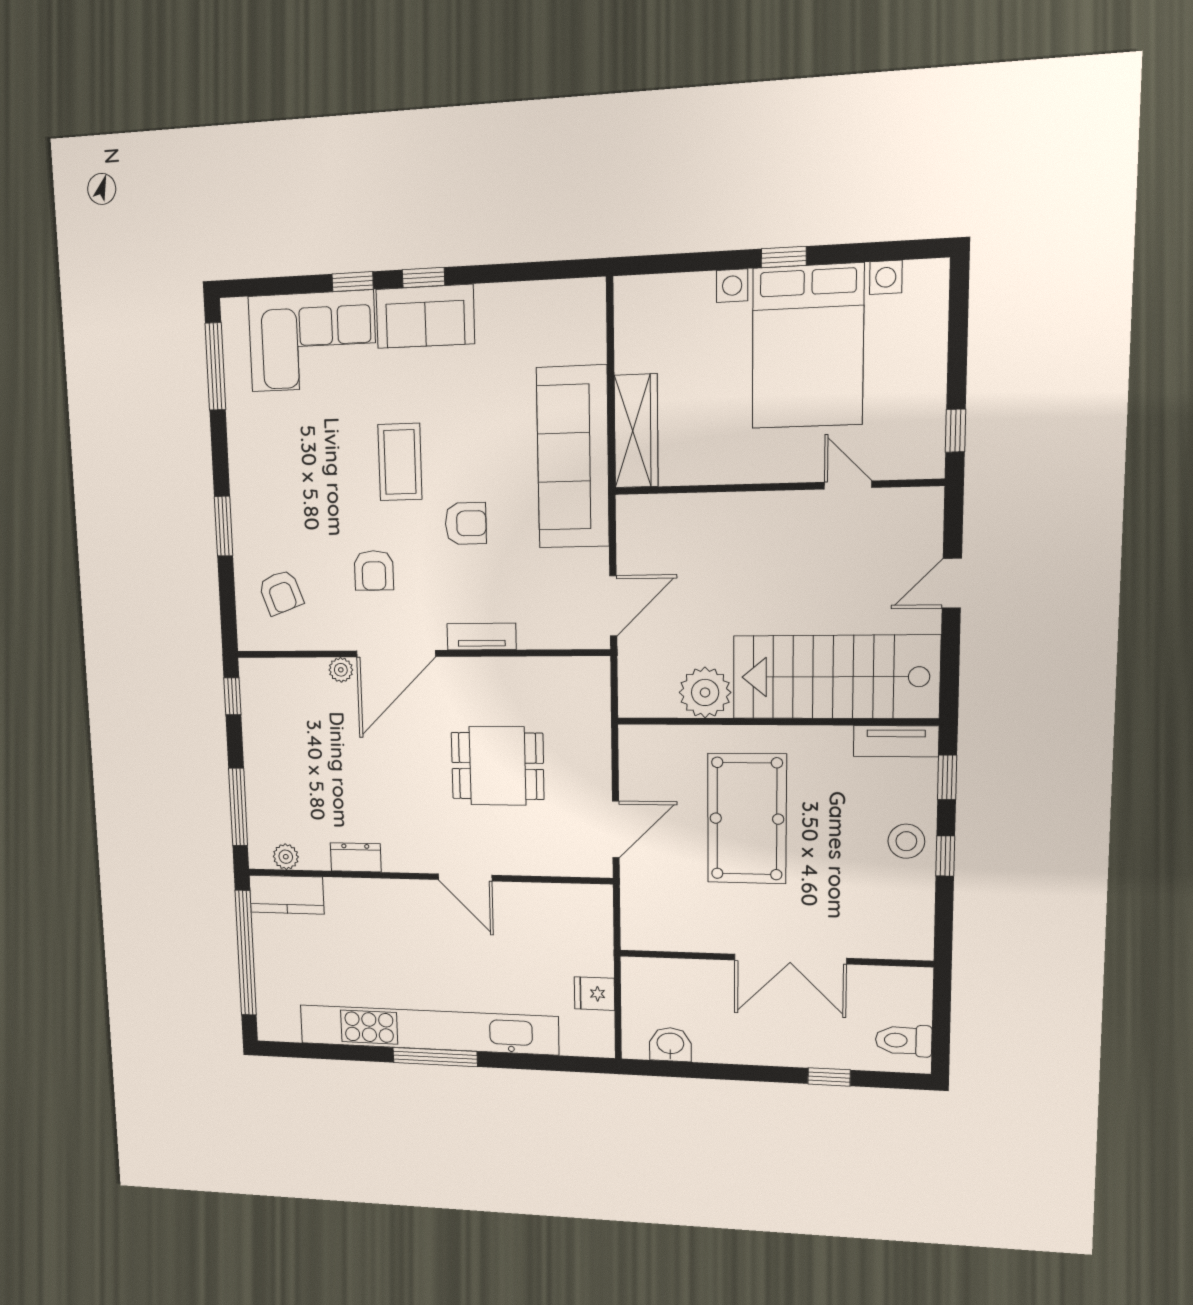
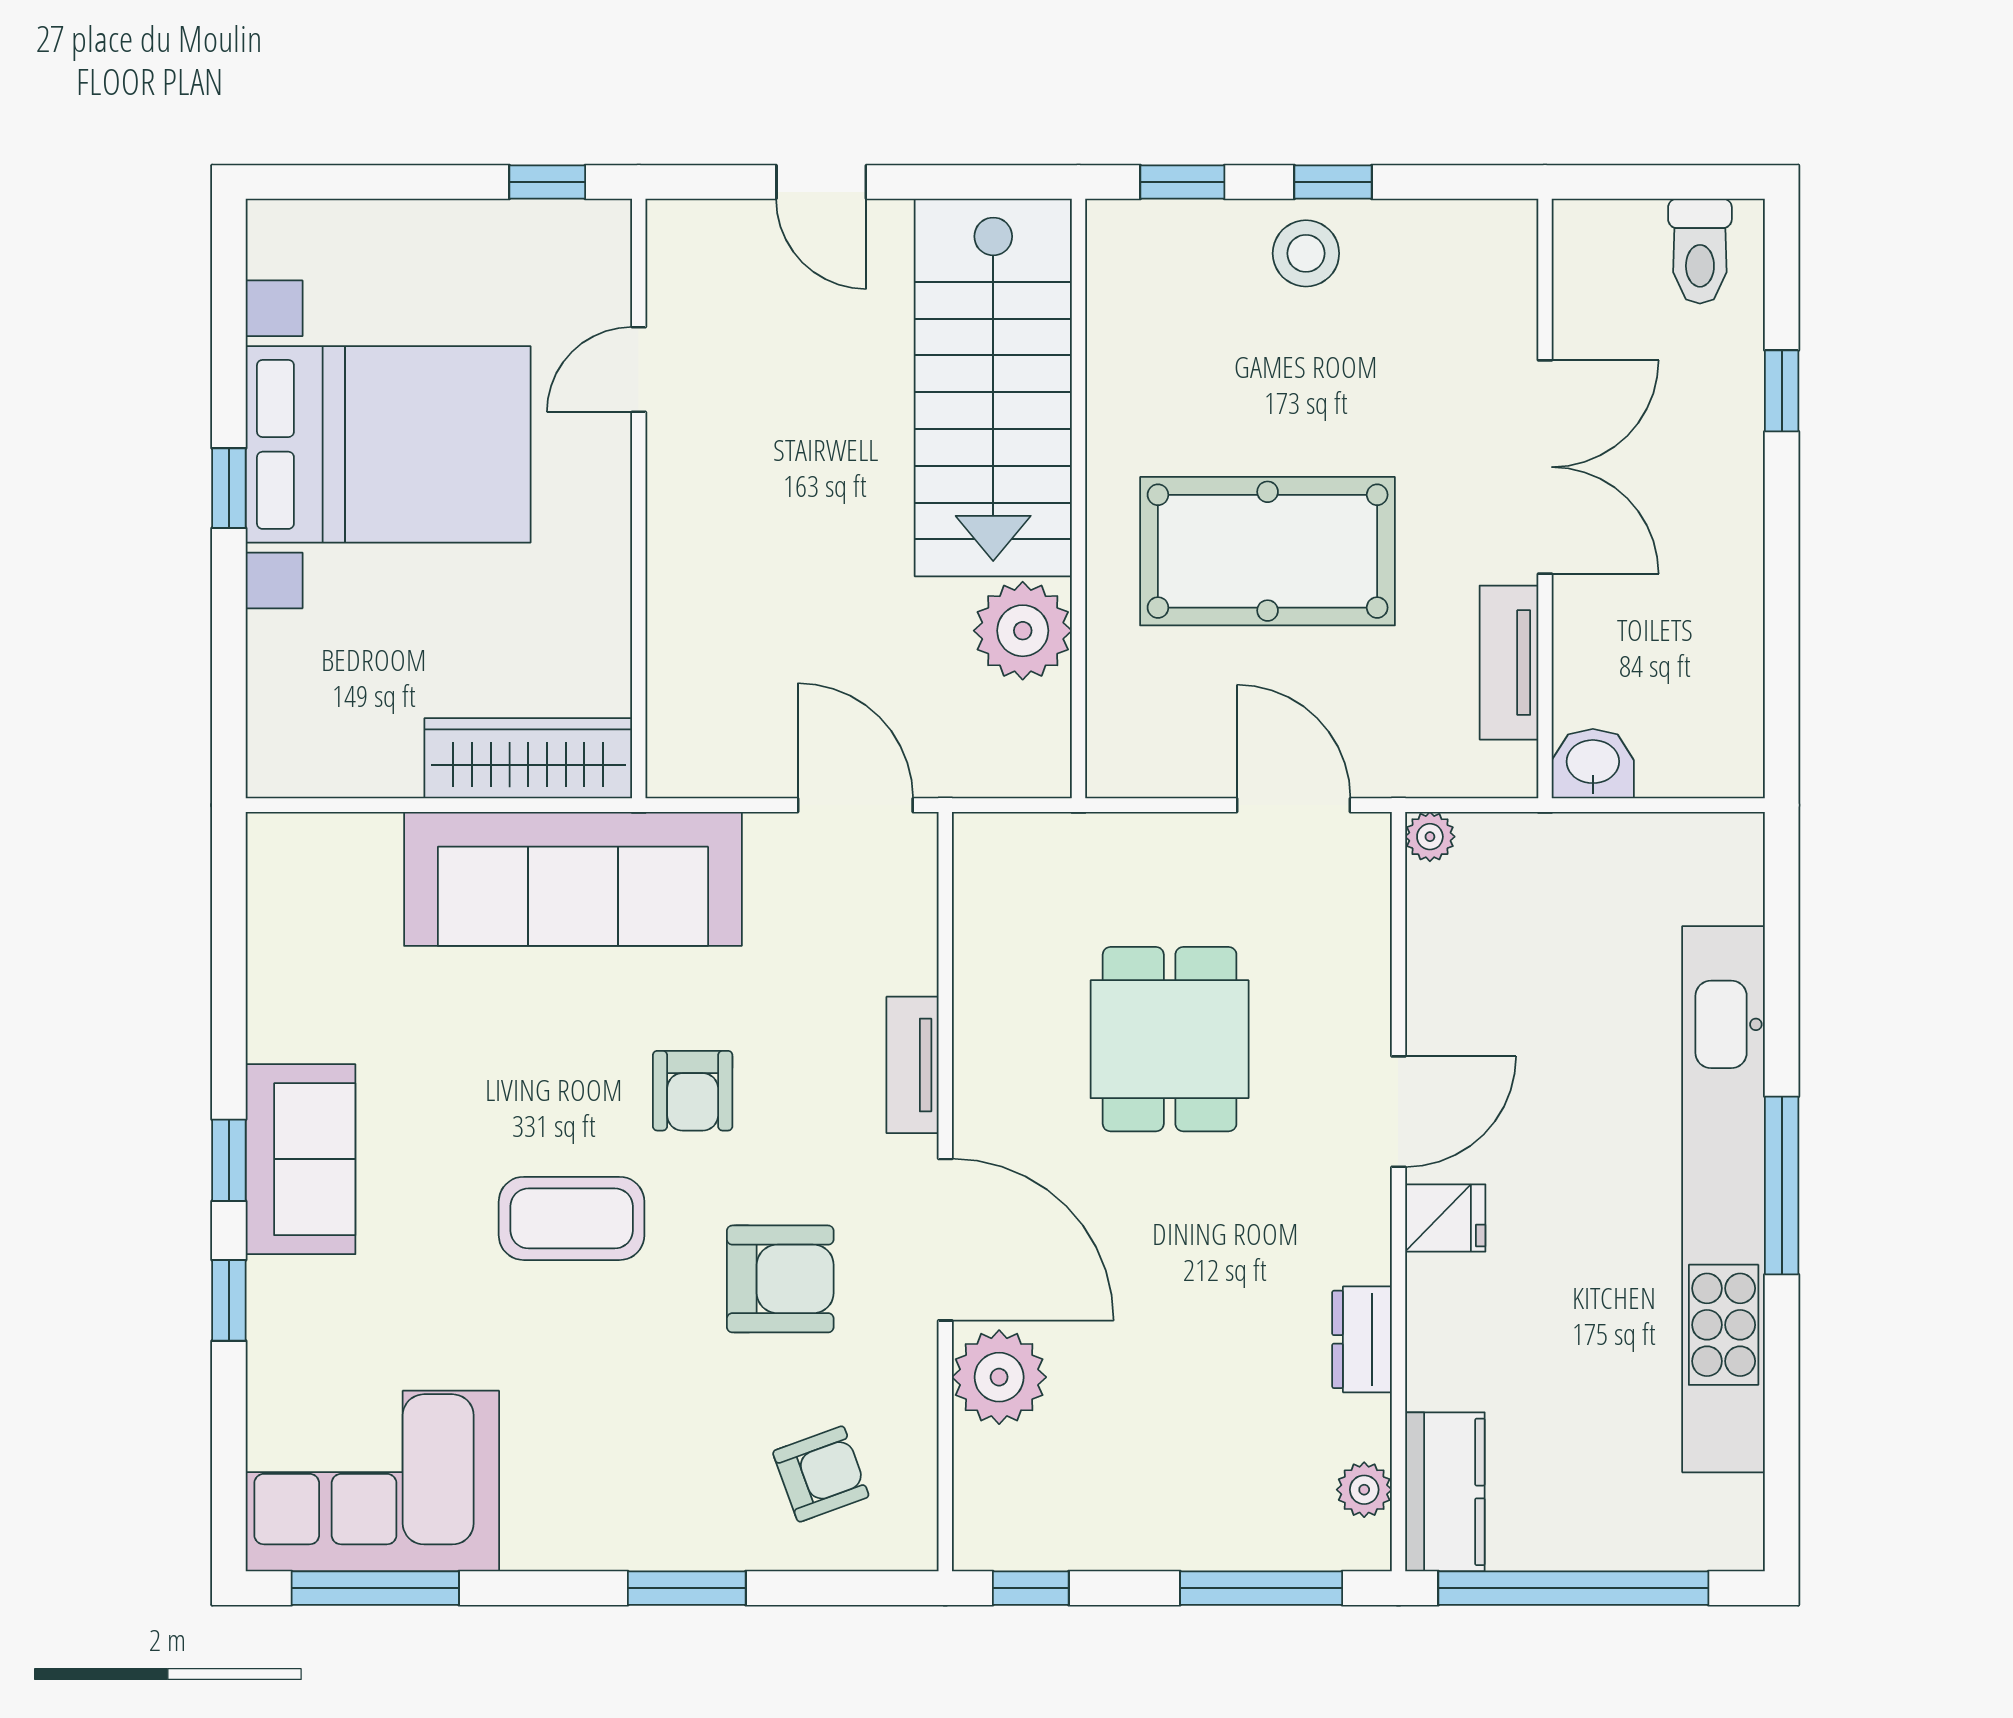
corner sofa: (312, 341) -> (372, 1481), moved, turned -90
armchair: (466, 523) -> (693, 1091), turned 180
armchair: (374, 570) -> (780, 1279), width x1.38, depth x1.38
plant: (341, 670) -> (999, 1377), width x1.87, depth x1.87
tv unit: (896, 741) -> (1509, 663), moved, turned 180
plant: (601, 896) -> (1430, 837), added
fridge: (594, 994) -> (1445, 1218), moved, turned -90
washbasin: (670, 1044) -> (1593, 764), moved, turned 90

